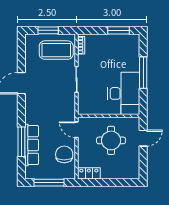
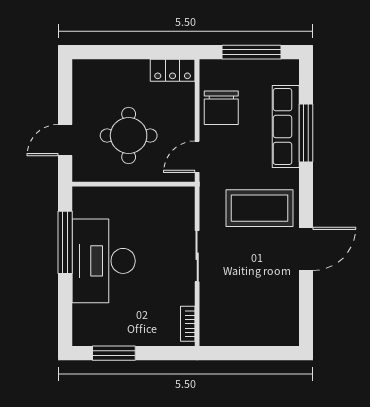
window: (48, 30) -> (253, 353), removed
coffee table: (56, 50) -> (259, 208), moved
window: (143, 73) -> (65, 242), moved
desk: (124, 93) -> (104, 261), moved
door: (76, 130) -> (197, 157), swing flipped

